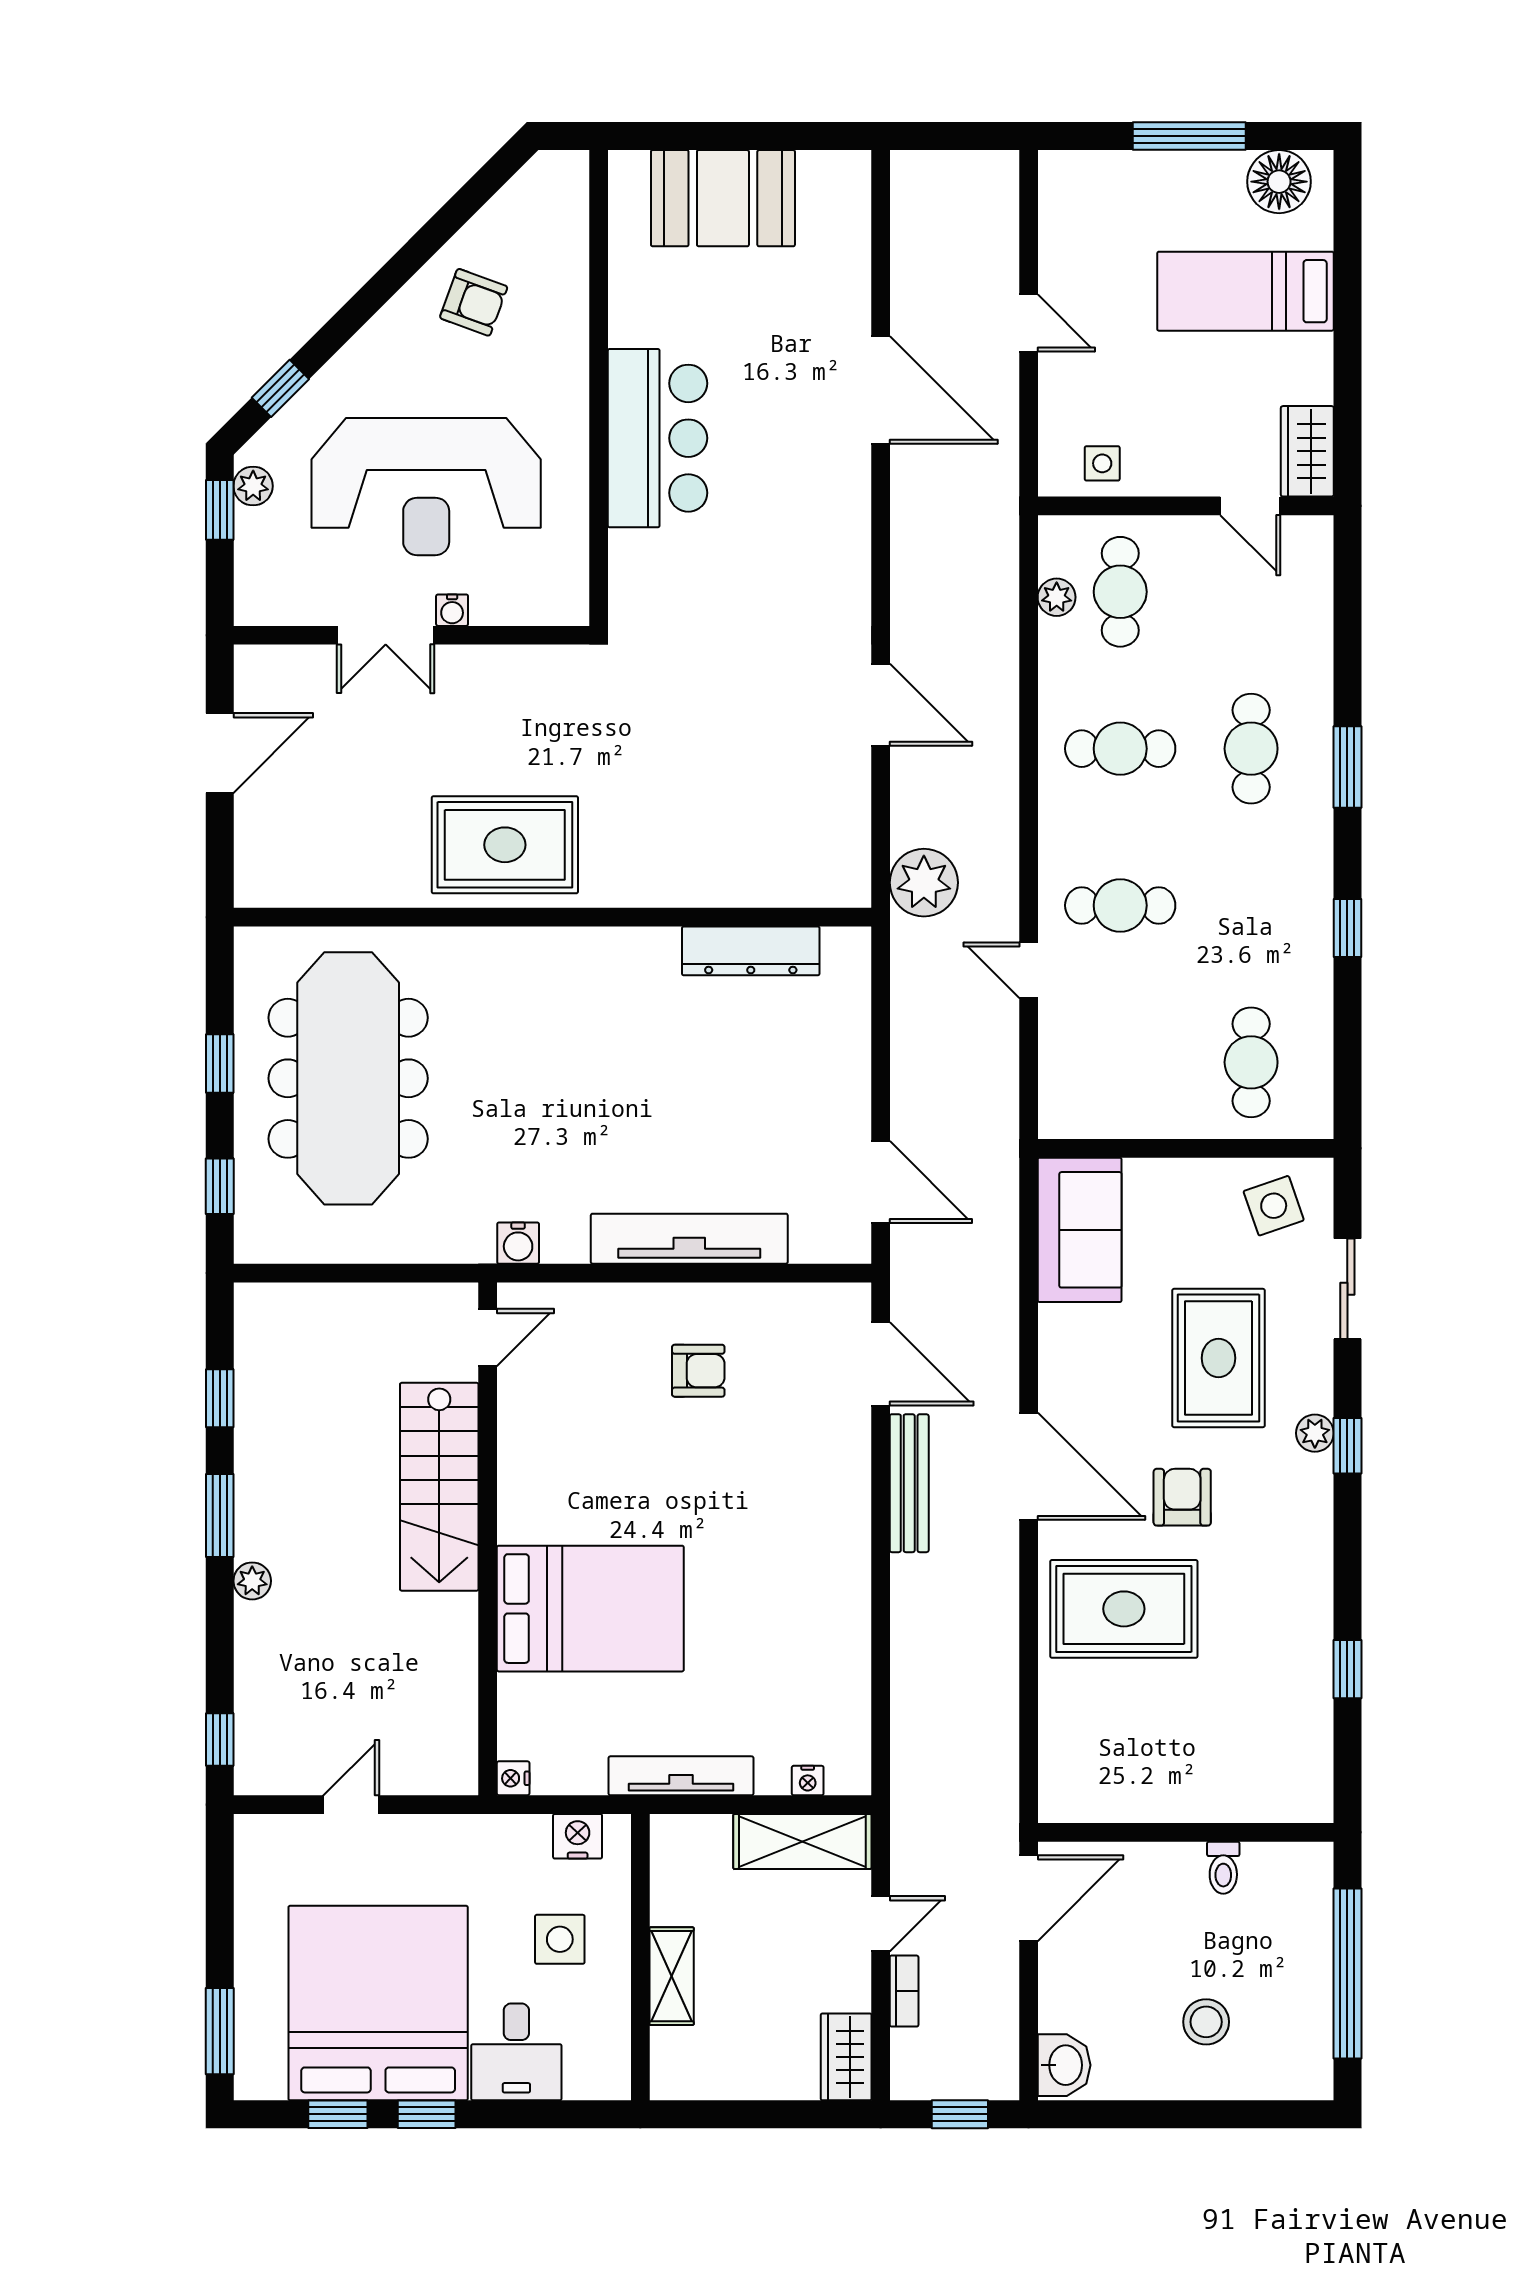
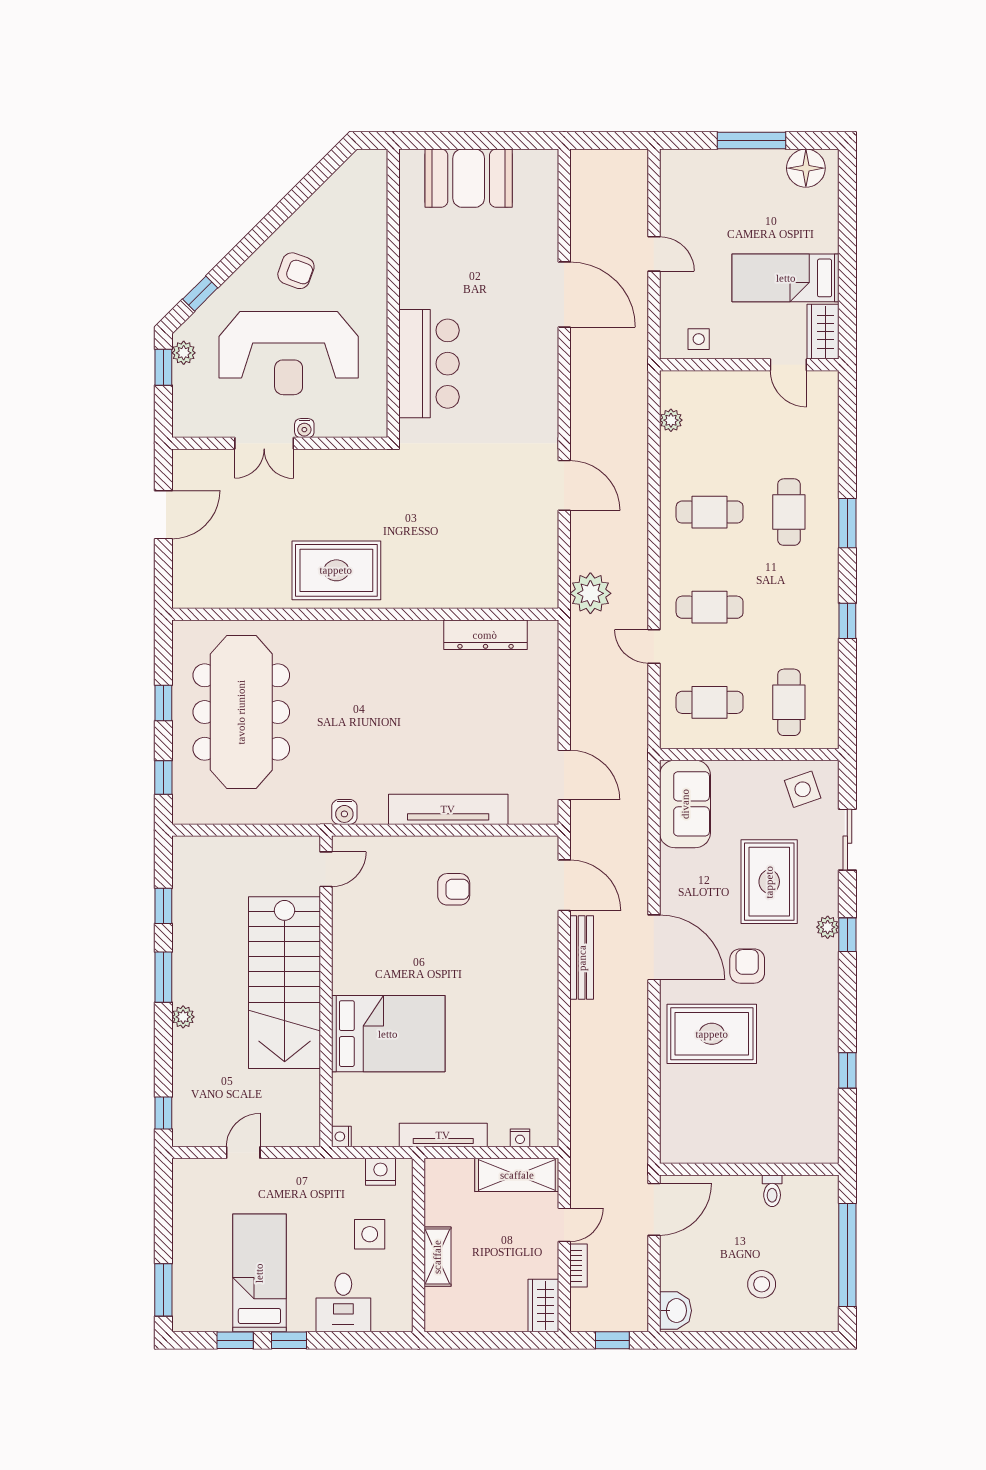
bed: (1245, 291) -> (786, 278), moved
armchair: (474, 302) -> (296, 271), moved
bar counter: (658, 438) -> (429, 364), moved
cafe table: (1120, 592) -> (710, 702), moved, turned 90
stairs: (439, 1487) -> (285, 983), width x1.36, depth x1.51
bed: (378, 2003) -> (259, 1273), width x0.49

